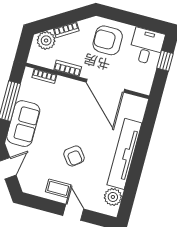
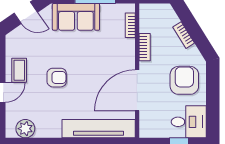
plant: (46, 40) -> (167, 17), removed
tv unit: (124, 154) -> (99, 129), moved
armchair: (74, 156) -> (57, 78), turned -142

